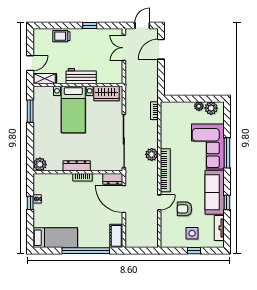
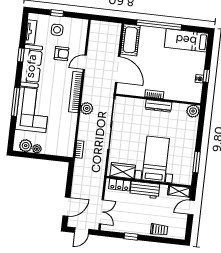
locker: (108, 78) -> (120, 185), added
dresser: (113, 179) -> (126, 89), removed
cot: (116, 236) -> (130, 40), width x1.37, depth x1.34

